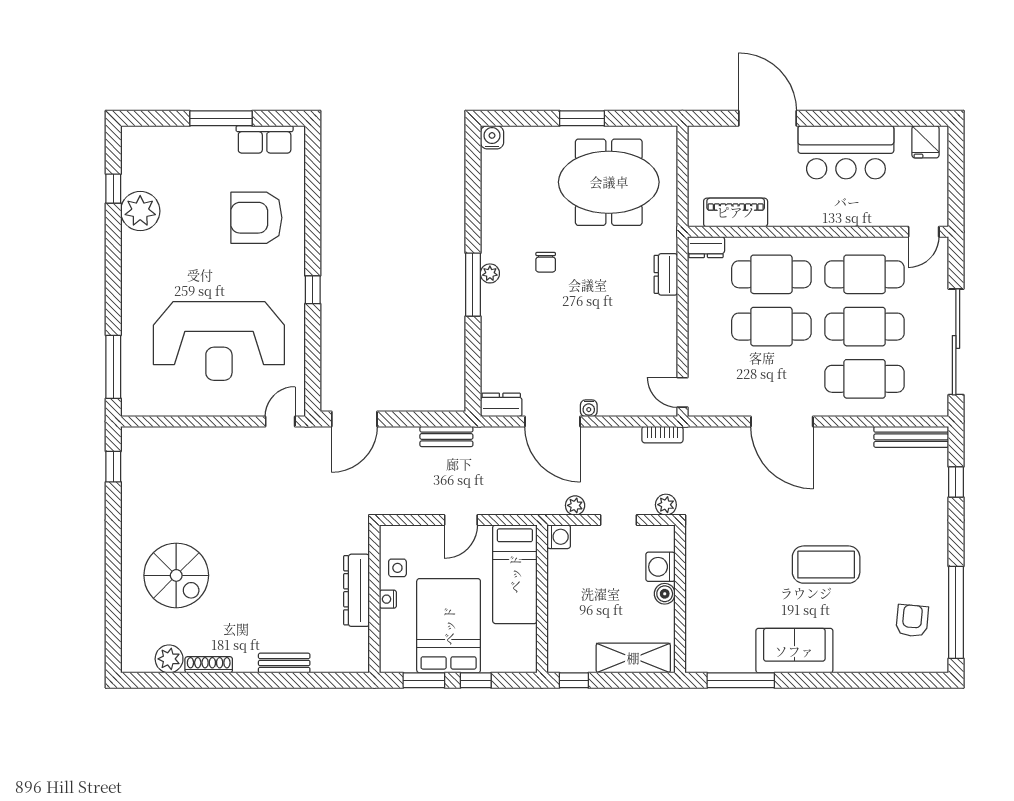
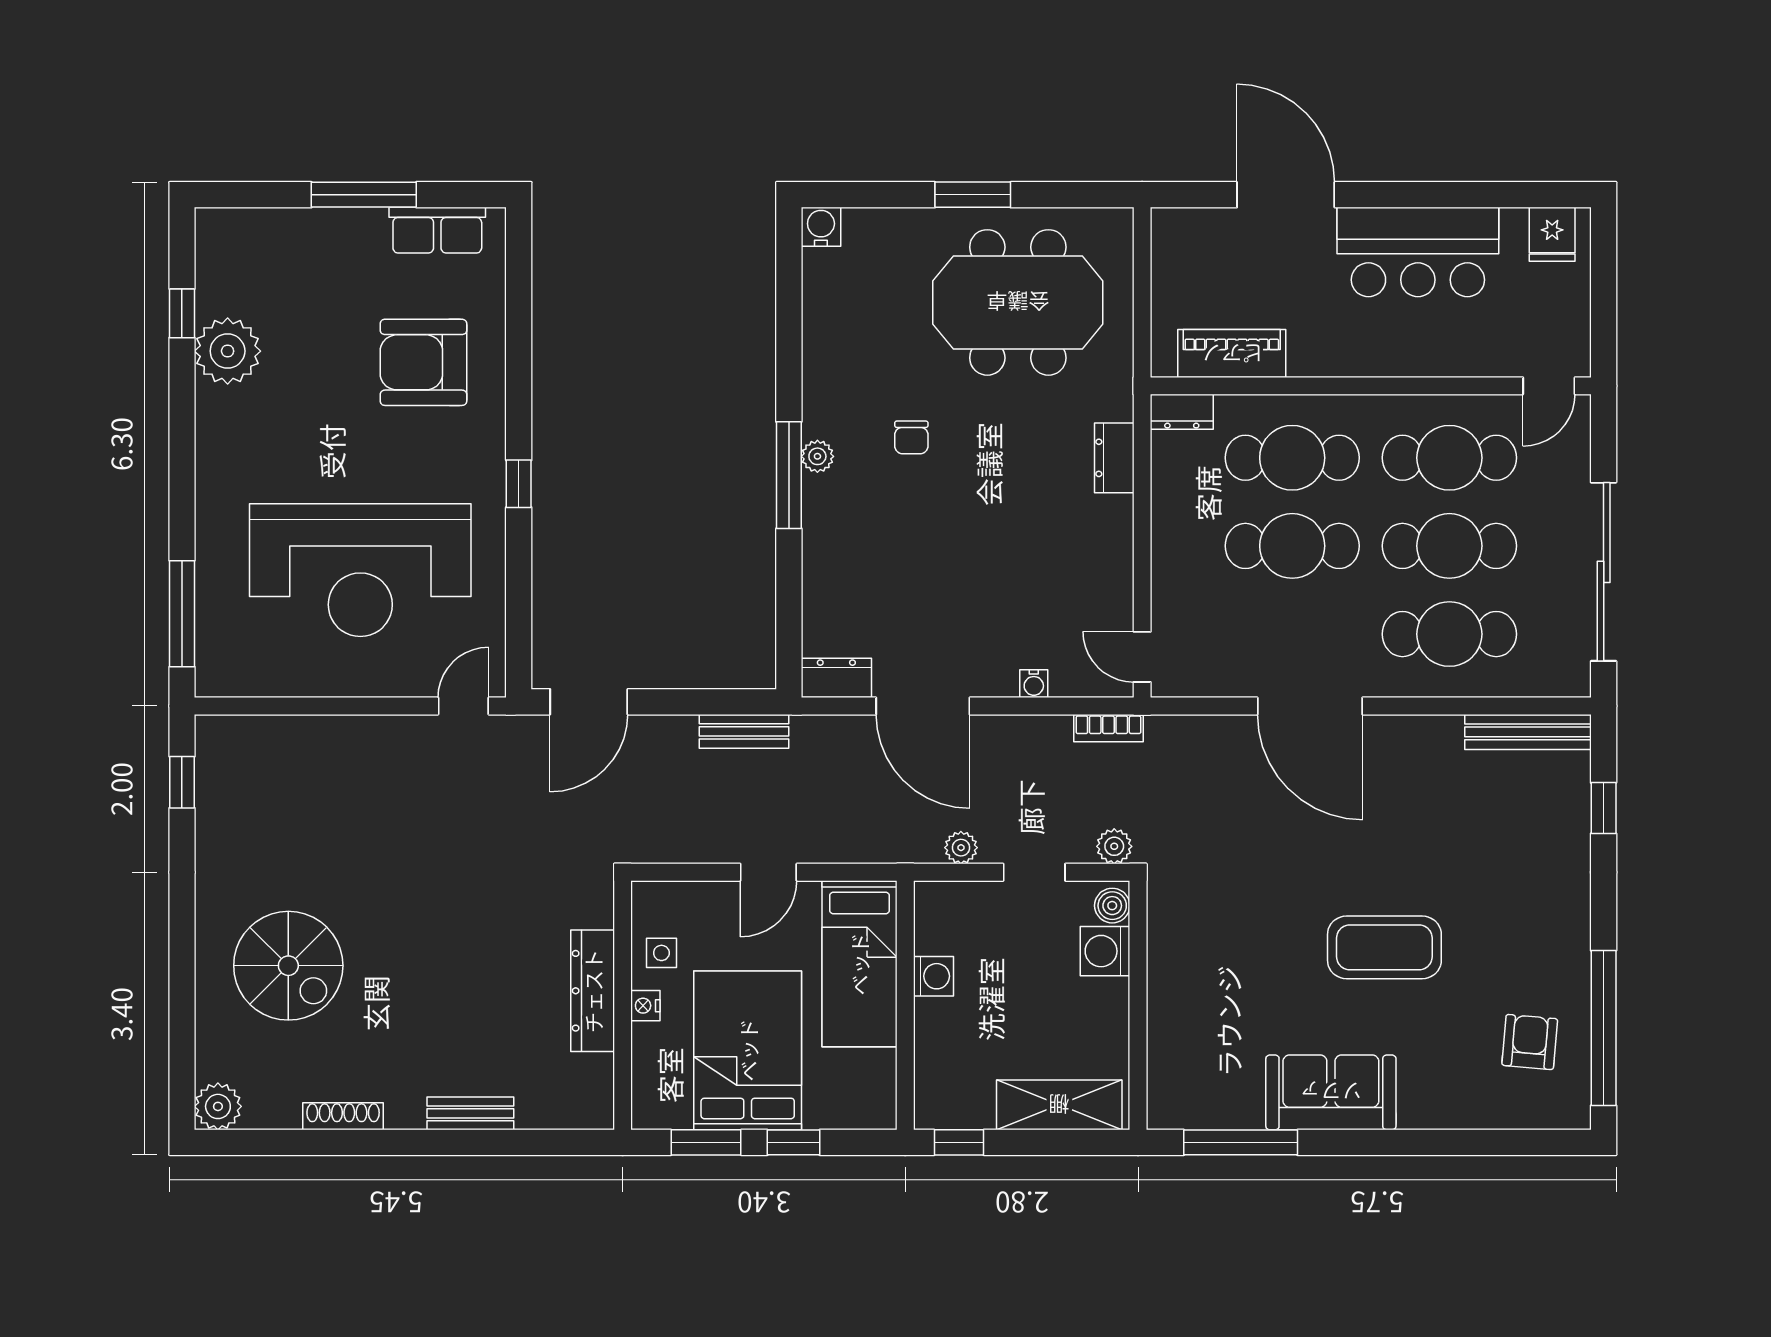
water cooler: (589, 408) -> (1034, 684), moved
washing machine: (559, 537) -> (933, 976), moved
boiler: (665, 594) -> (1112, 906), moved
plant: (169, 659) -> (218, 1106), moved

